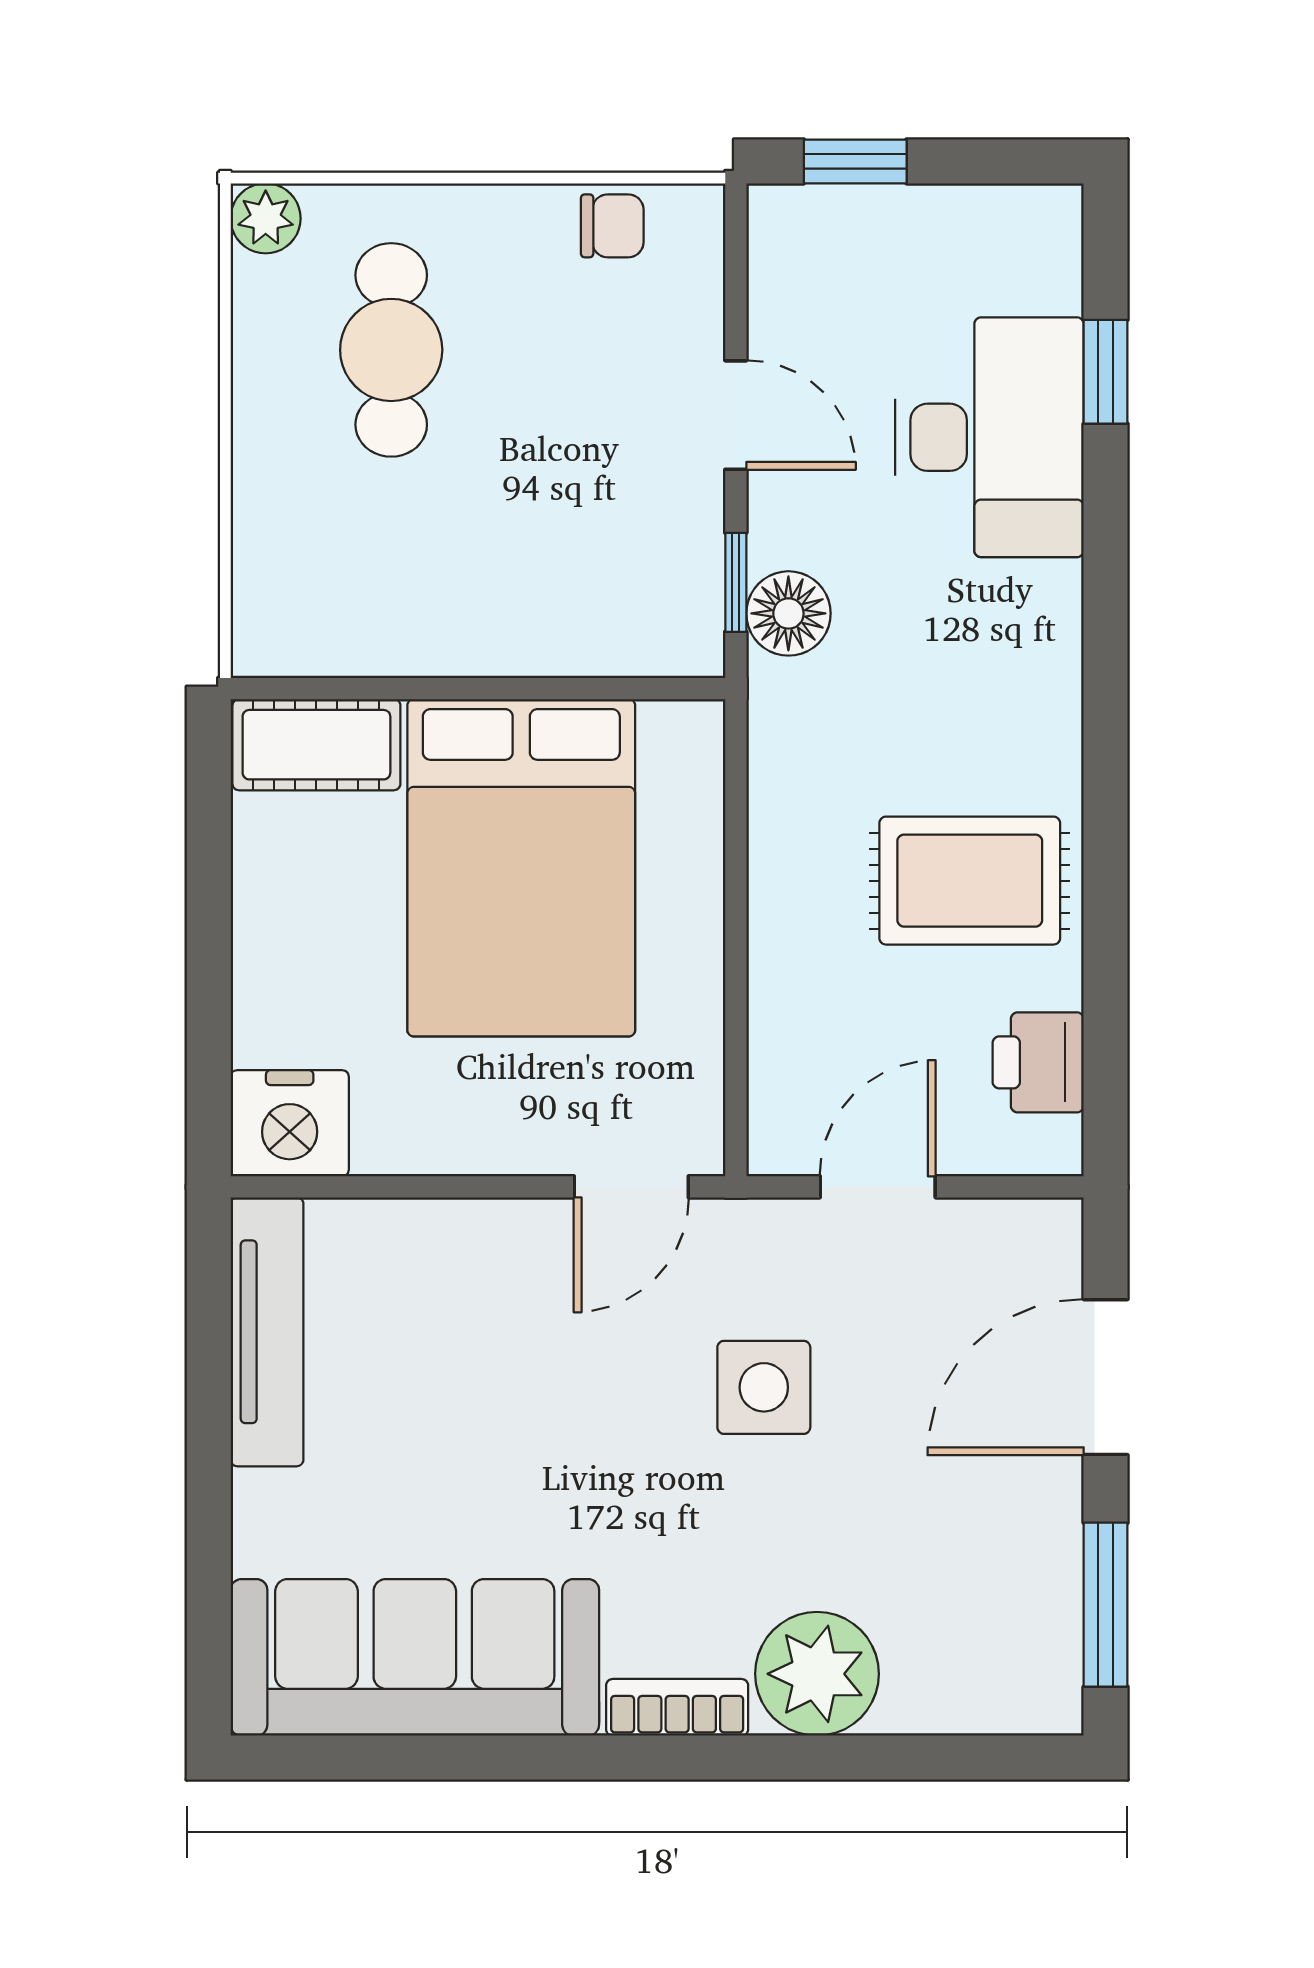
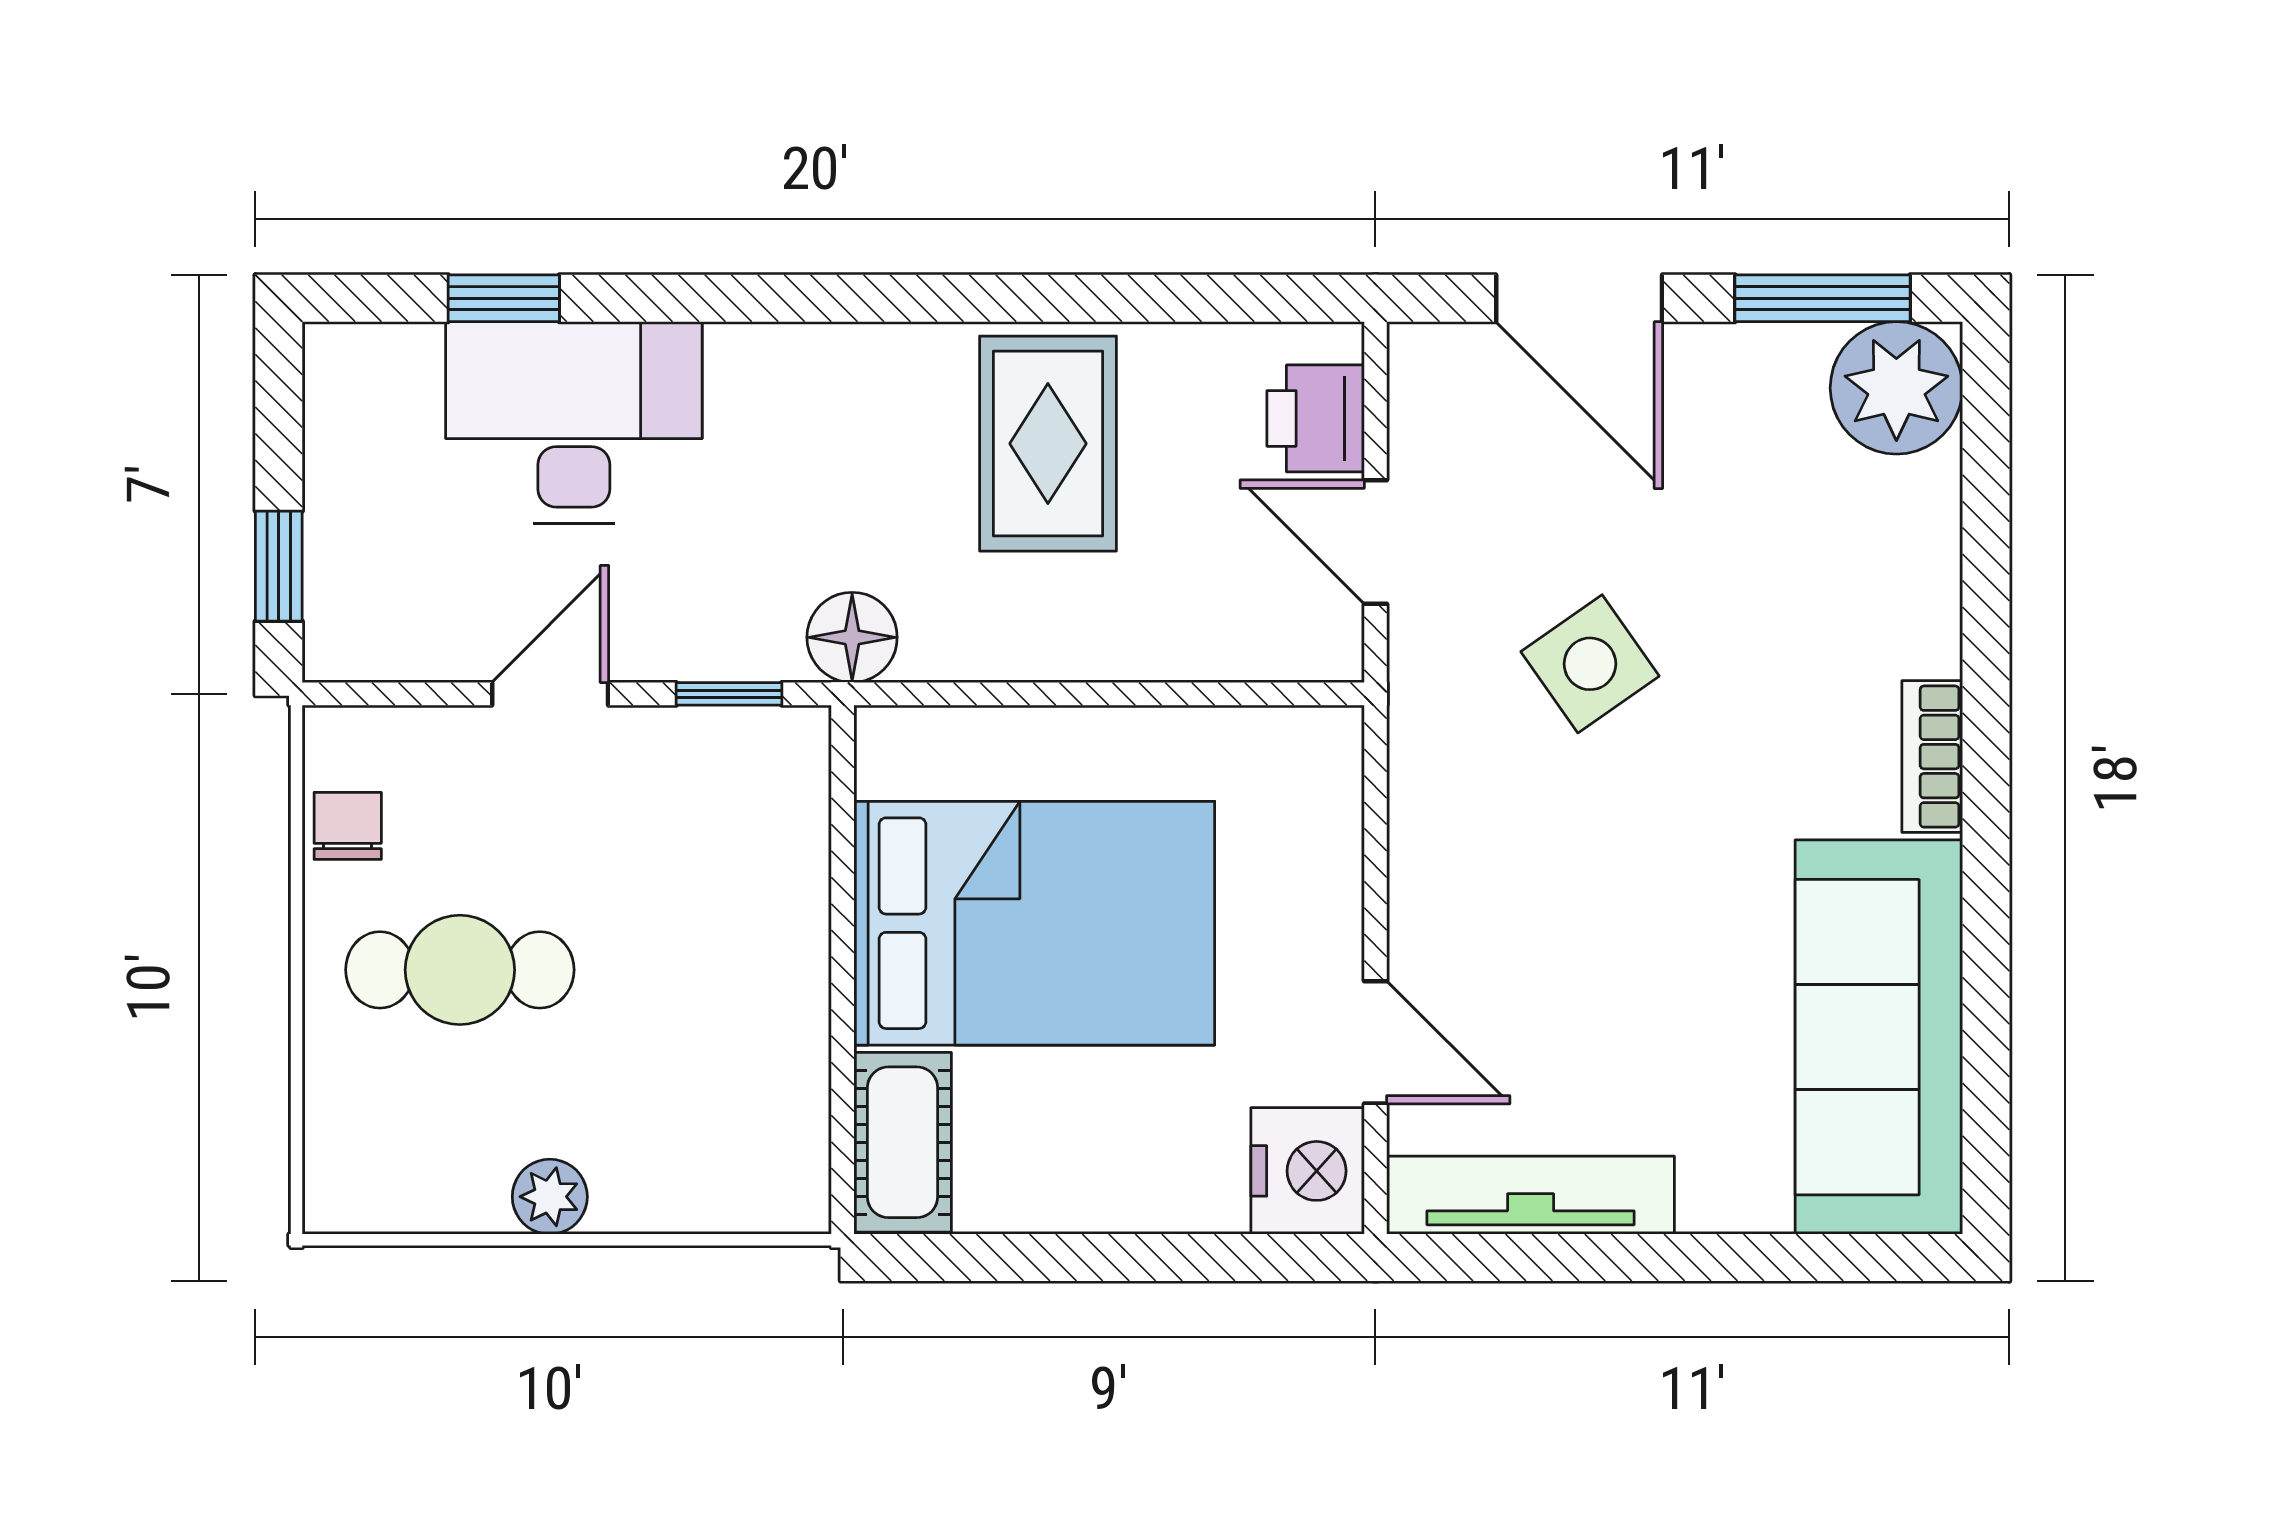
plant: (266, 218) -> (550, 1197), moved
cafe table: (391, 350) -> (460, 970), moved
floor lamp: (788, 613) -> (852, 637), moved
printer: (1038, 1062) -> (1316, 418), moved, turned 90
door: (631, 1187) -> (1375, 1042), moved
side table: (764, 1387) -> (1590, 664), turned -35
plant: (817, 1674) -> (1896, 388), moved

